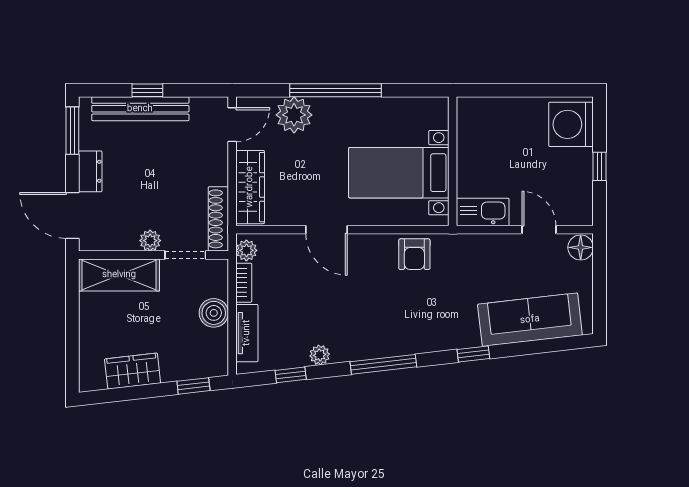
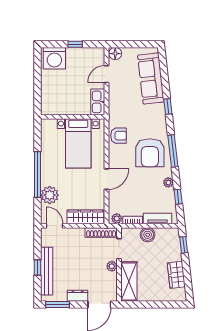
armchair: (380, 318) -> (150, 153), added

